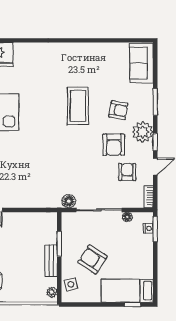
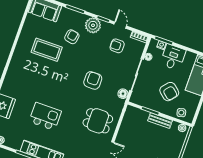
coffee table: (78, 106) -> (47, 50), moved
armchair: (114, 145) -> (93, 80), moved, turned -90
dining table: (23, 181) -> (98, 121), added
desk: (138, 249) -> (173, 57), added
armchair: (92, 259) -> (169, 92), turned -83

